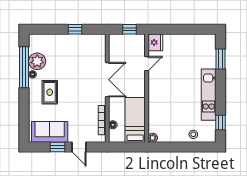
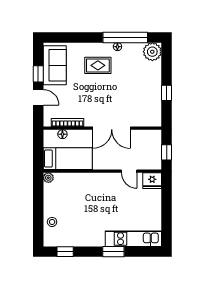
window: (221, 59) -> (113, 252), moved
plant: (37, 61) -> (152, 52), moved
kitchen unit: (209, 95) -> (133, 239), moved
door: (79, 147) -> (38, 97), swing flipped

